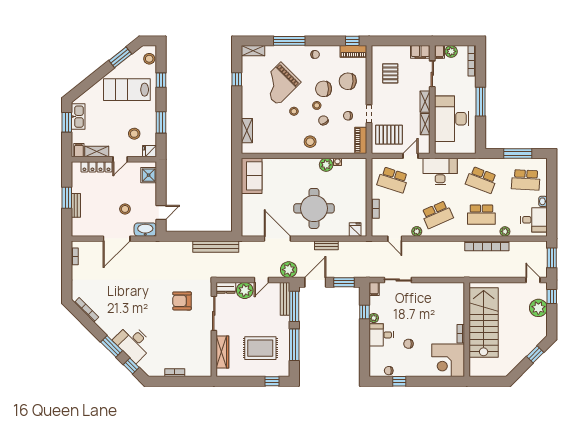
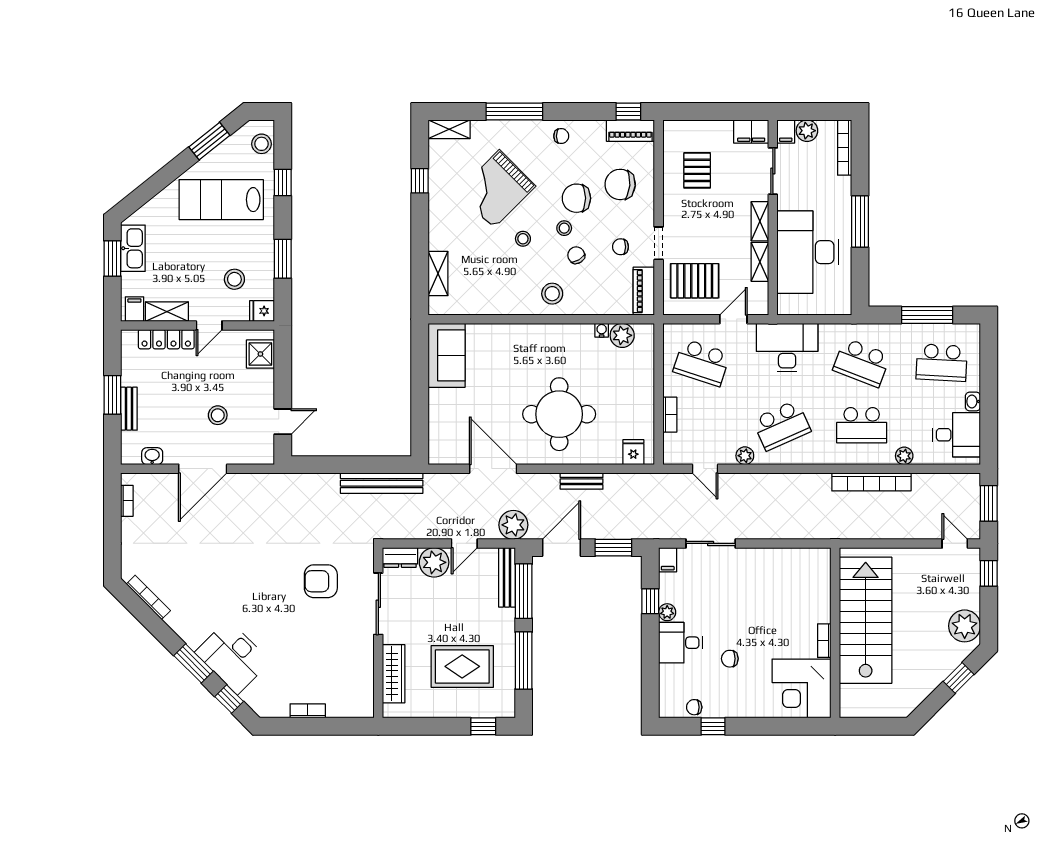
plant: (326, 165) -> (622, 335), moved
washbasin: (145, 230) -> (152, 456), moved, width x0.52, depth x0.69
plant: (538, 308) -> (965, 626), moved

